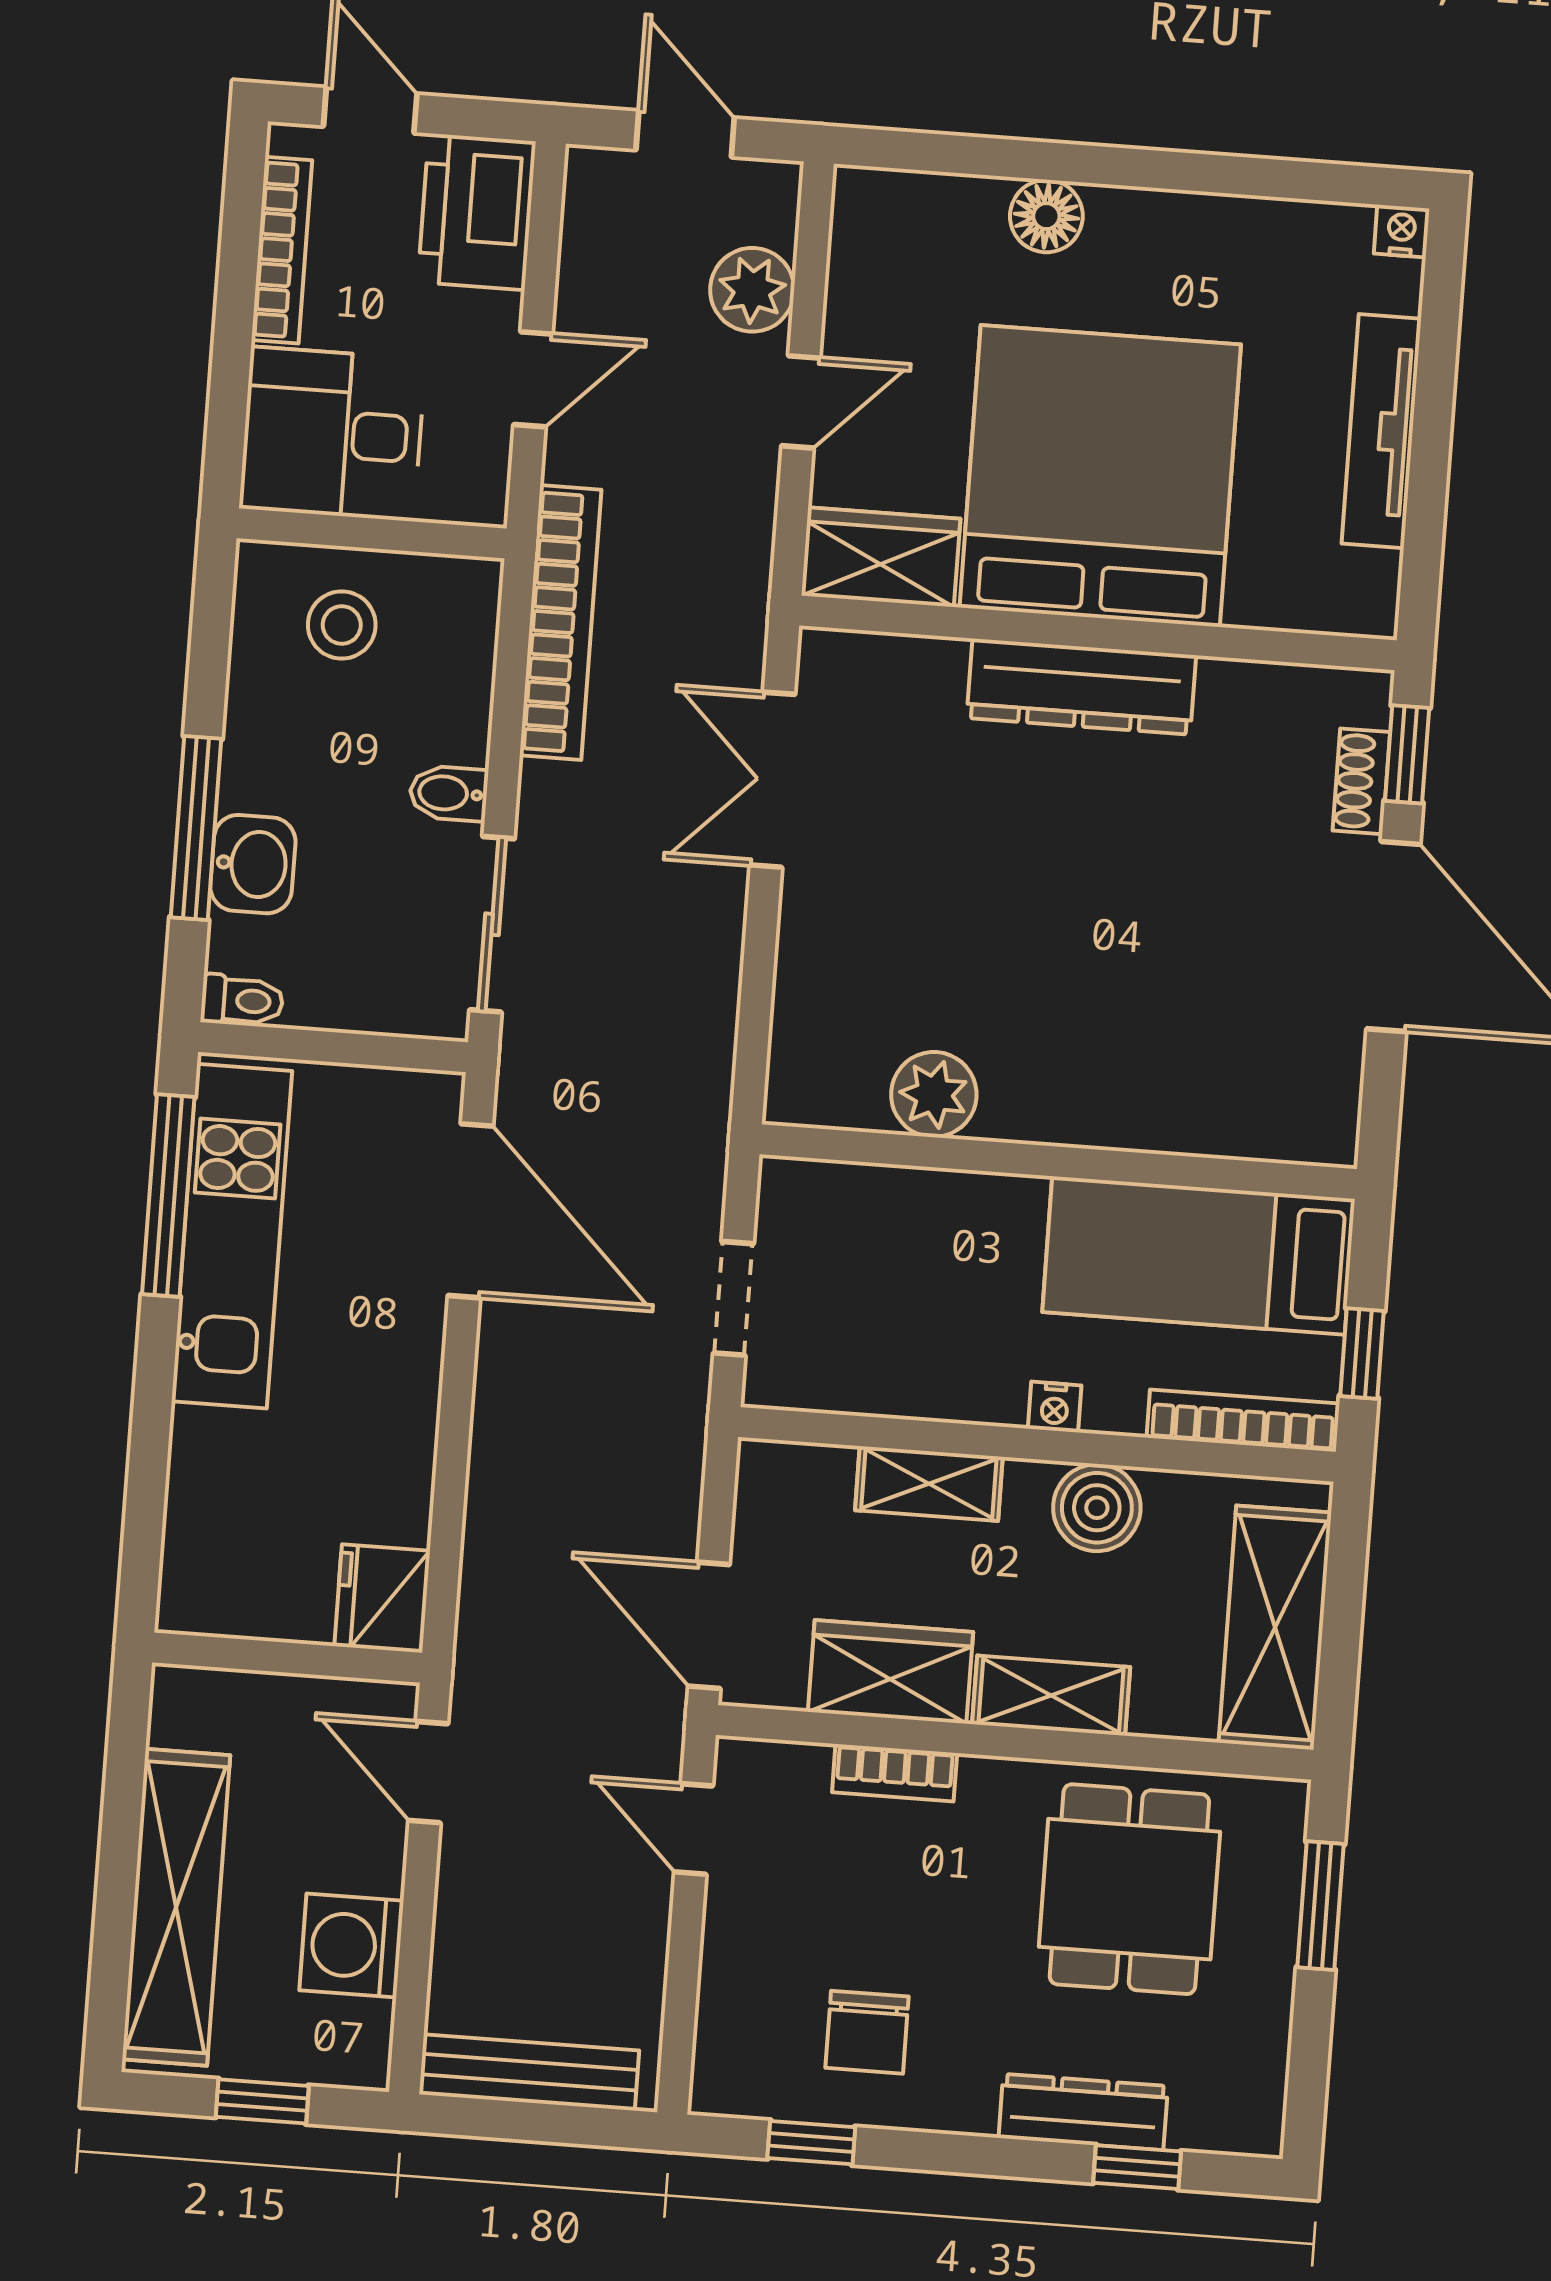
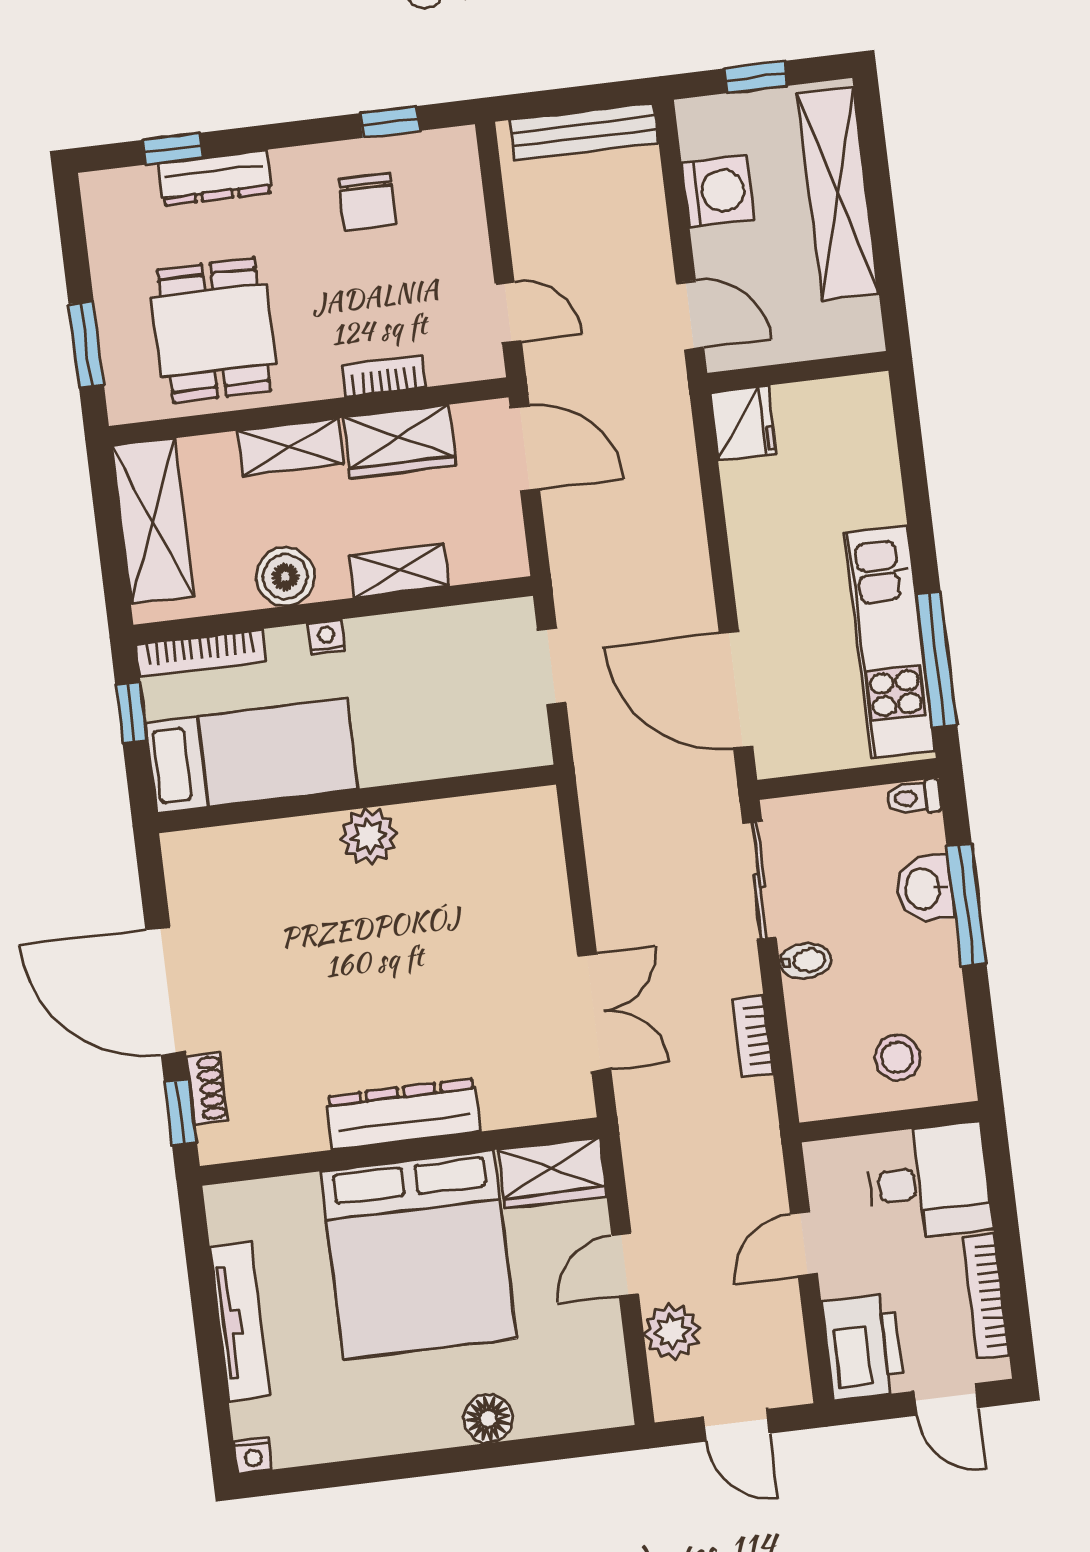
bookcase: (561, 622) -> (753, 1036), width x0.43, depth x0.76
plant: (934, 1094) -> (369, 836), moved
chair: (867, 2032) -> (368, 202), turned 180

